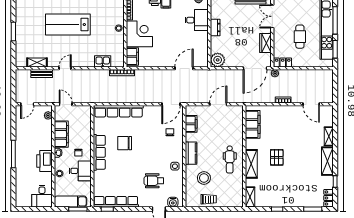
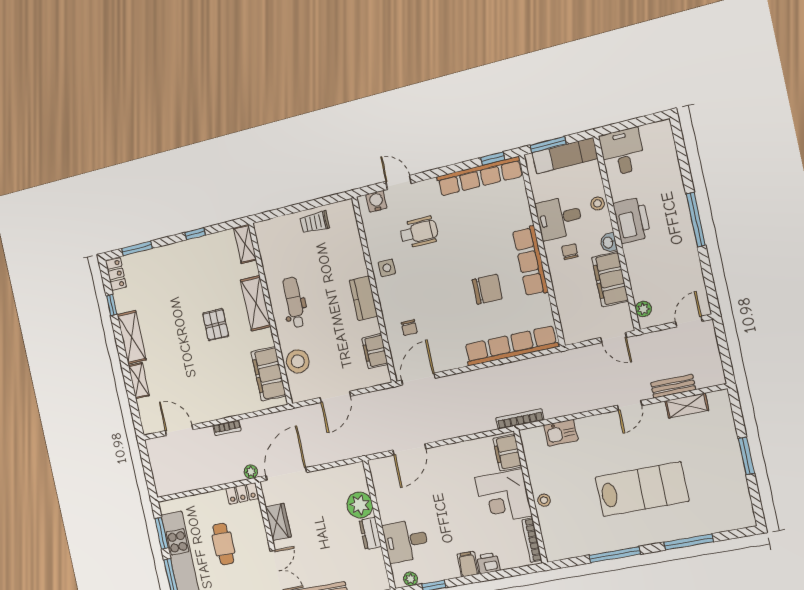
plant: (218, 60) -> (360, 505), moved
stool: (204, 178) -> (298, 361), moved

